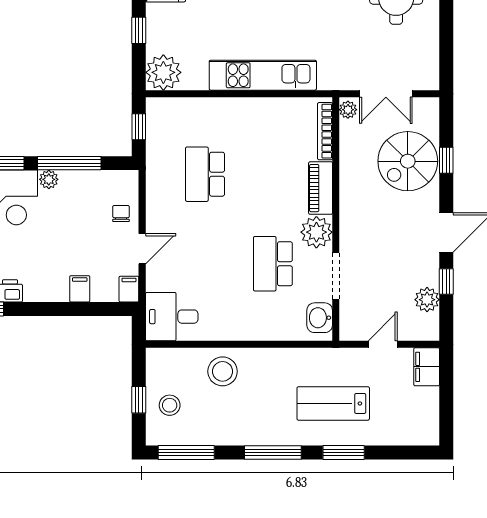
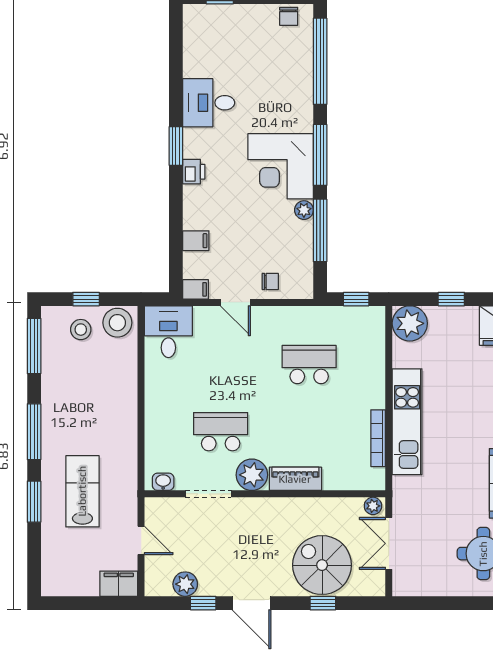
bookcase: (325, 131) -> (378, 438), moved, turned -90
washbasin: (320, 318) -> (163, 482), width x0.72, depth x0.69
stool: (223, 371) -> (117, 323), moved

